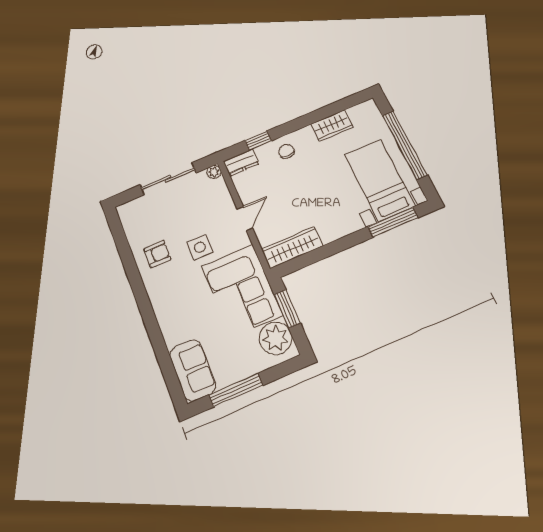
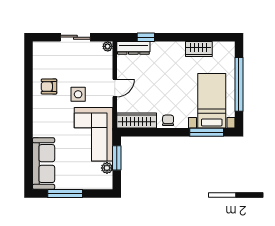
chair: (286, 151) -> (168, 120), moved
dresser: (241, 162) -> (133, 48), width x1.44
sliding door: (168, 179) -> (75, 37), width x0.73
armchair: (157, 254) -> (49, 87), turned 180
plant: (276, 338) -> (107, 168), width x0.53, depth x0.53
sofa: (193, 370) -> (44, 164), width x1.36

